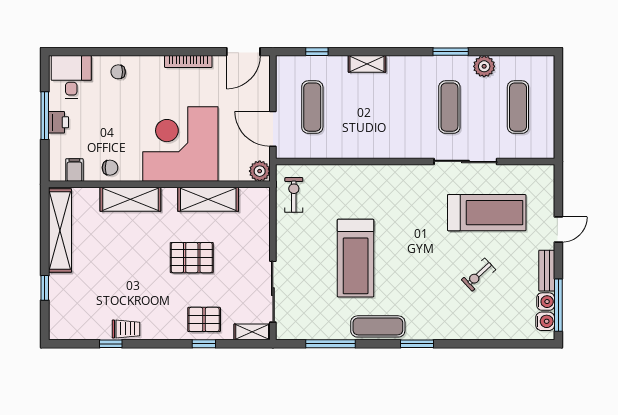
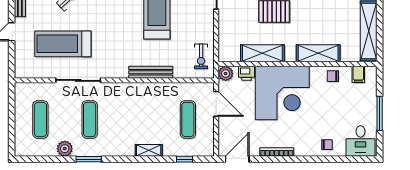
printer: (58, 122) -> (247, 73), moved, turned -90
bench: (364, 173) -> (151, 72), added

